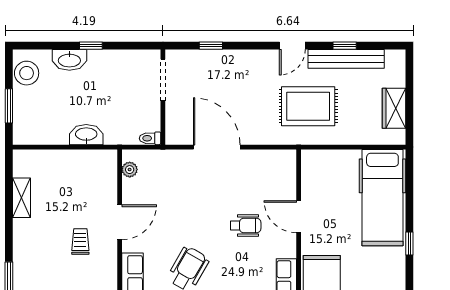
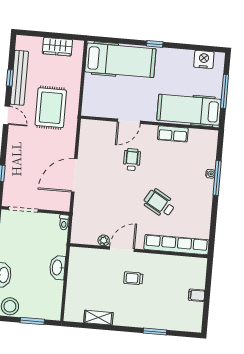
plant: (130, 170) -> (104, 240), moved
door: (120, 222) -> (122, 249), hinge flipped

